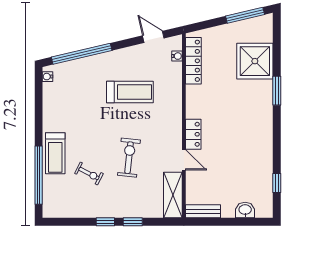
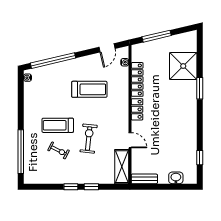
window: (245, 15) -> (157, 36), moved
door: (153, 37) -> (107, 48), swing flipped
locker: (193, 61) -> (137, 79), moved
locker: (193, 134) -> (137, 109), moved
treadmill: (55, 153) -> (58, 125), moved, turned 90

